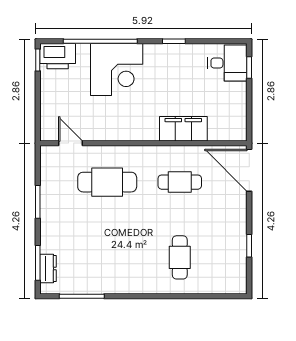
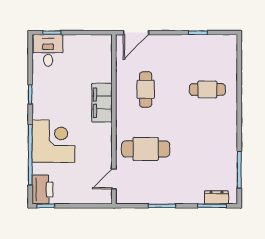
filing cabinet: (183, 129) -> (102, 103), moved
door: (249, 170) -> (136, 33), width x0.73
cafe table: (107, 182) -> (146, 149), turned 90

